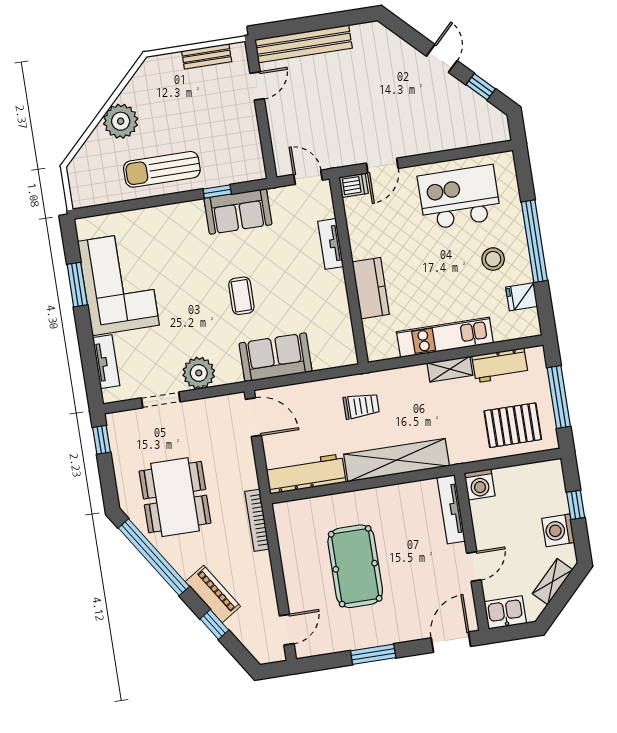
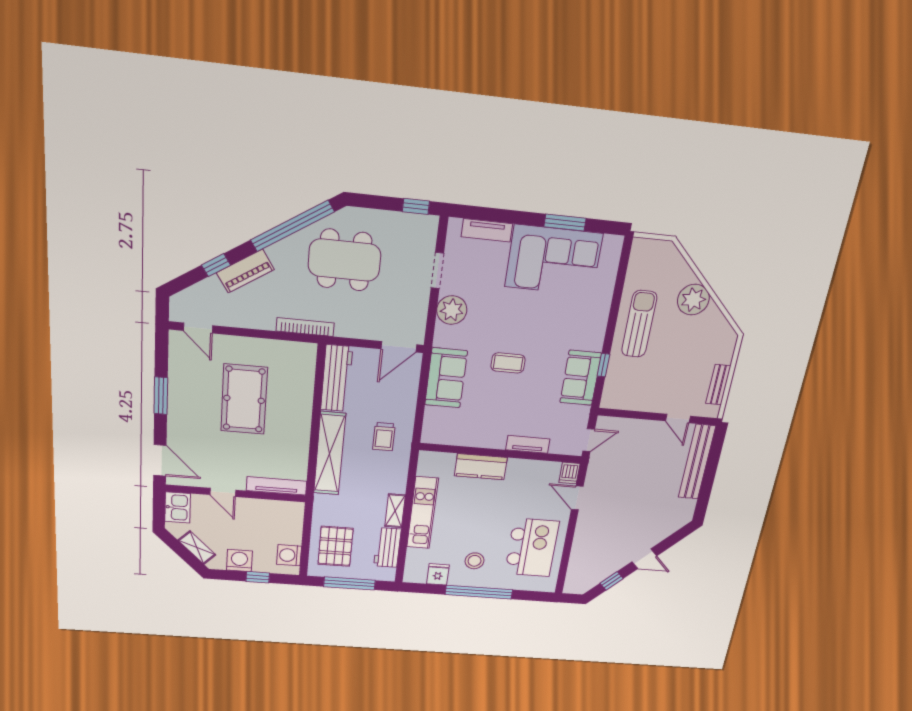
washing machine: (480, 484) -> (289, 555), moved
pool table: (355, 566) -> (244, 399), turned 90

